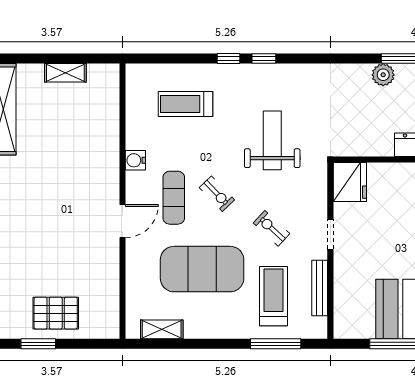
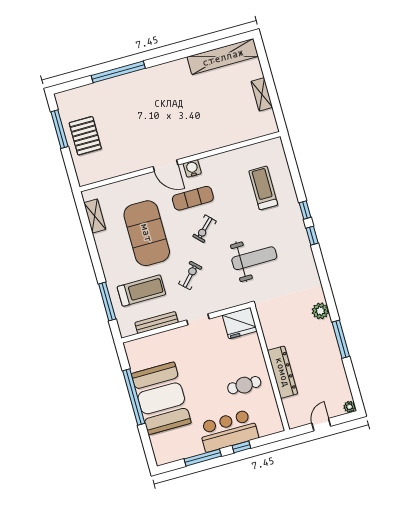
plant: (383, 75) -> (320, 311), moved
water cooler: (135, 160) -> (192, 168), moved
window: (38, 344) -> (59, 129), width x1.44

